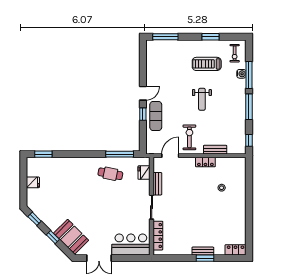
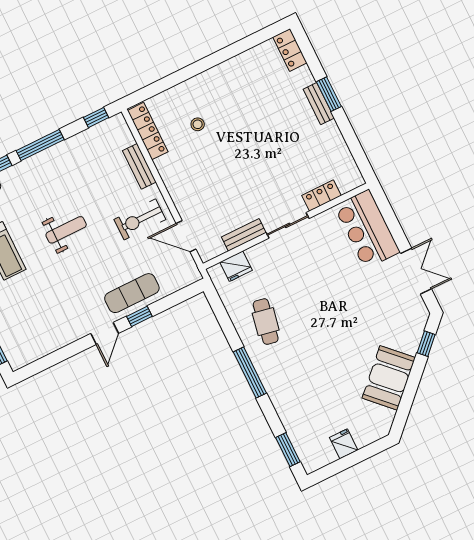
door: (143, 93) -> (105, 333), swing flipped
window: (120, 154) -> (250, 372), moved
locker: (205, 162) -> (148, 131), moved, width x1.53
window: (35, 219) -> (403, 411), removed
locker: (158, 236) -> (321, 196), width x0.66
window: (53, 237) -> (426, 344), moved
booth: (71, 237) -> (389, 378), moved

